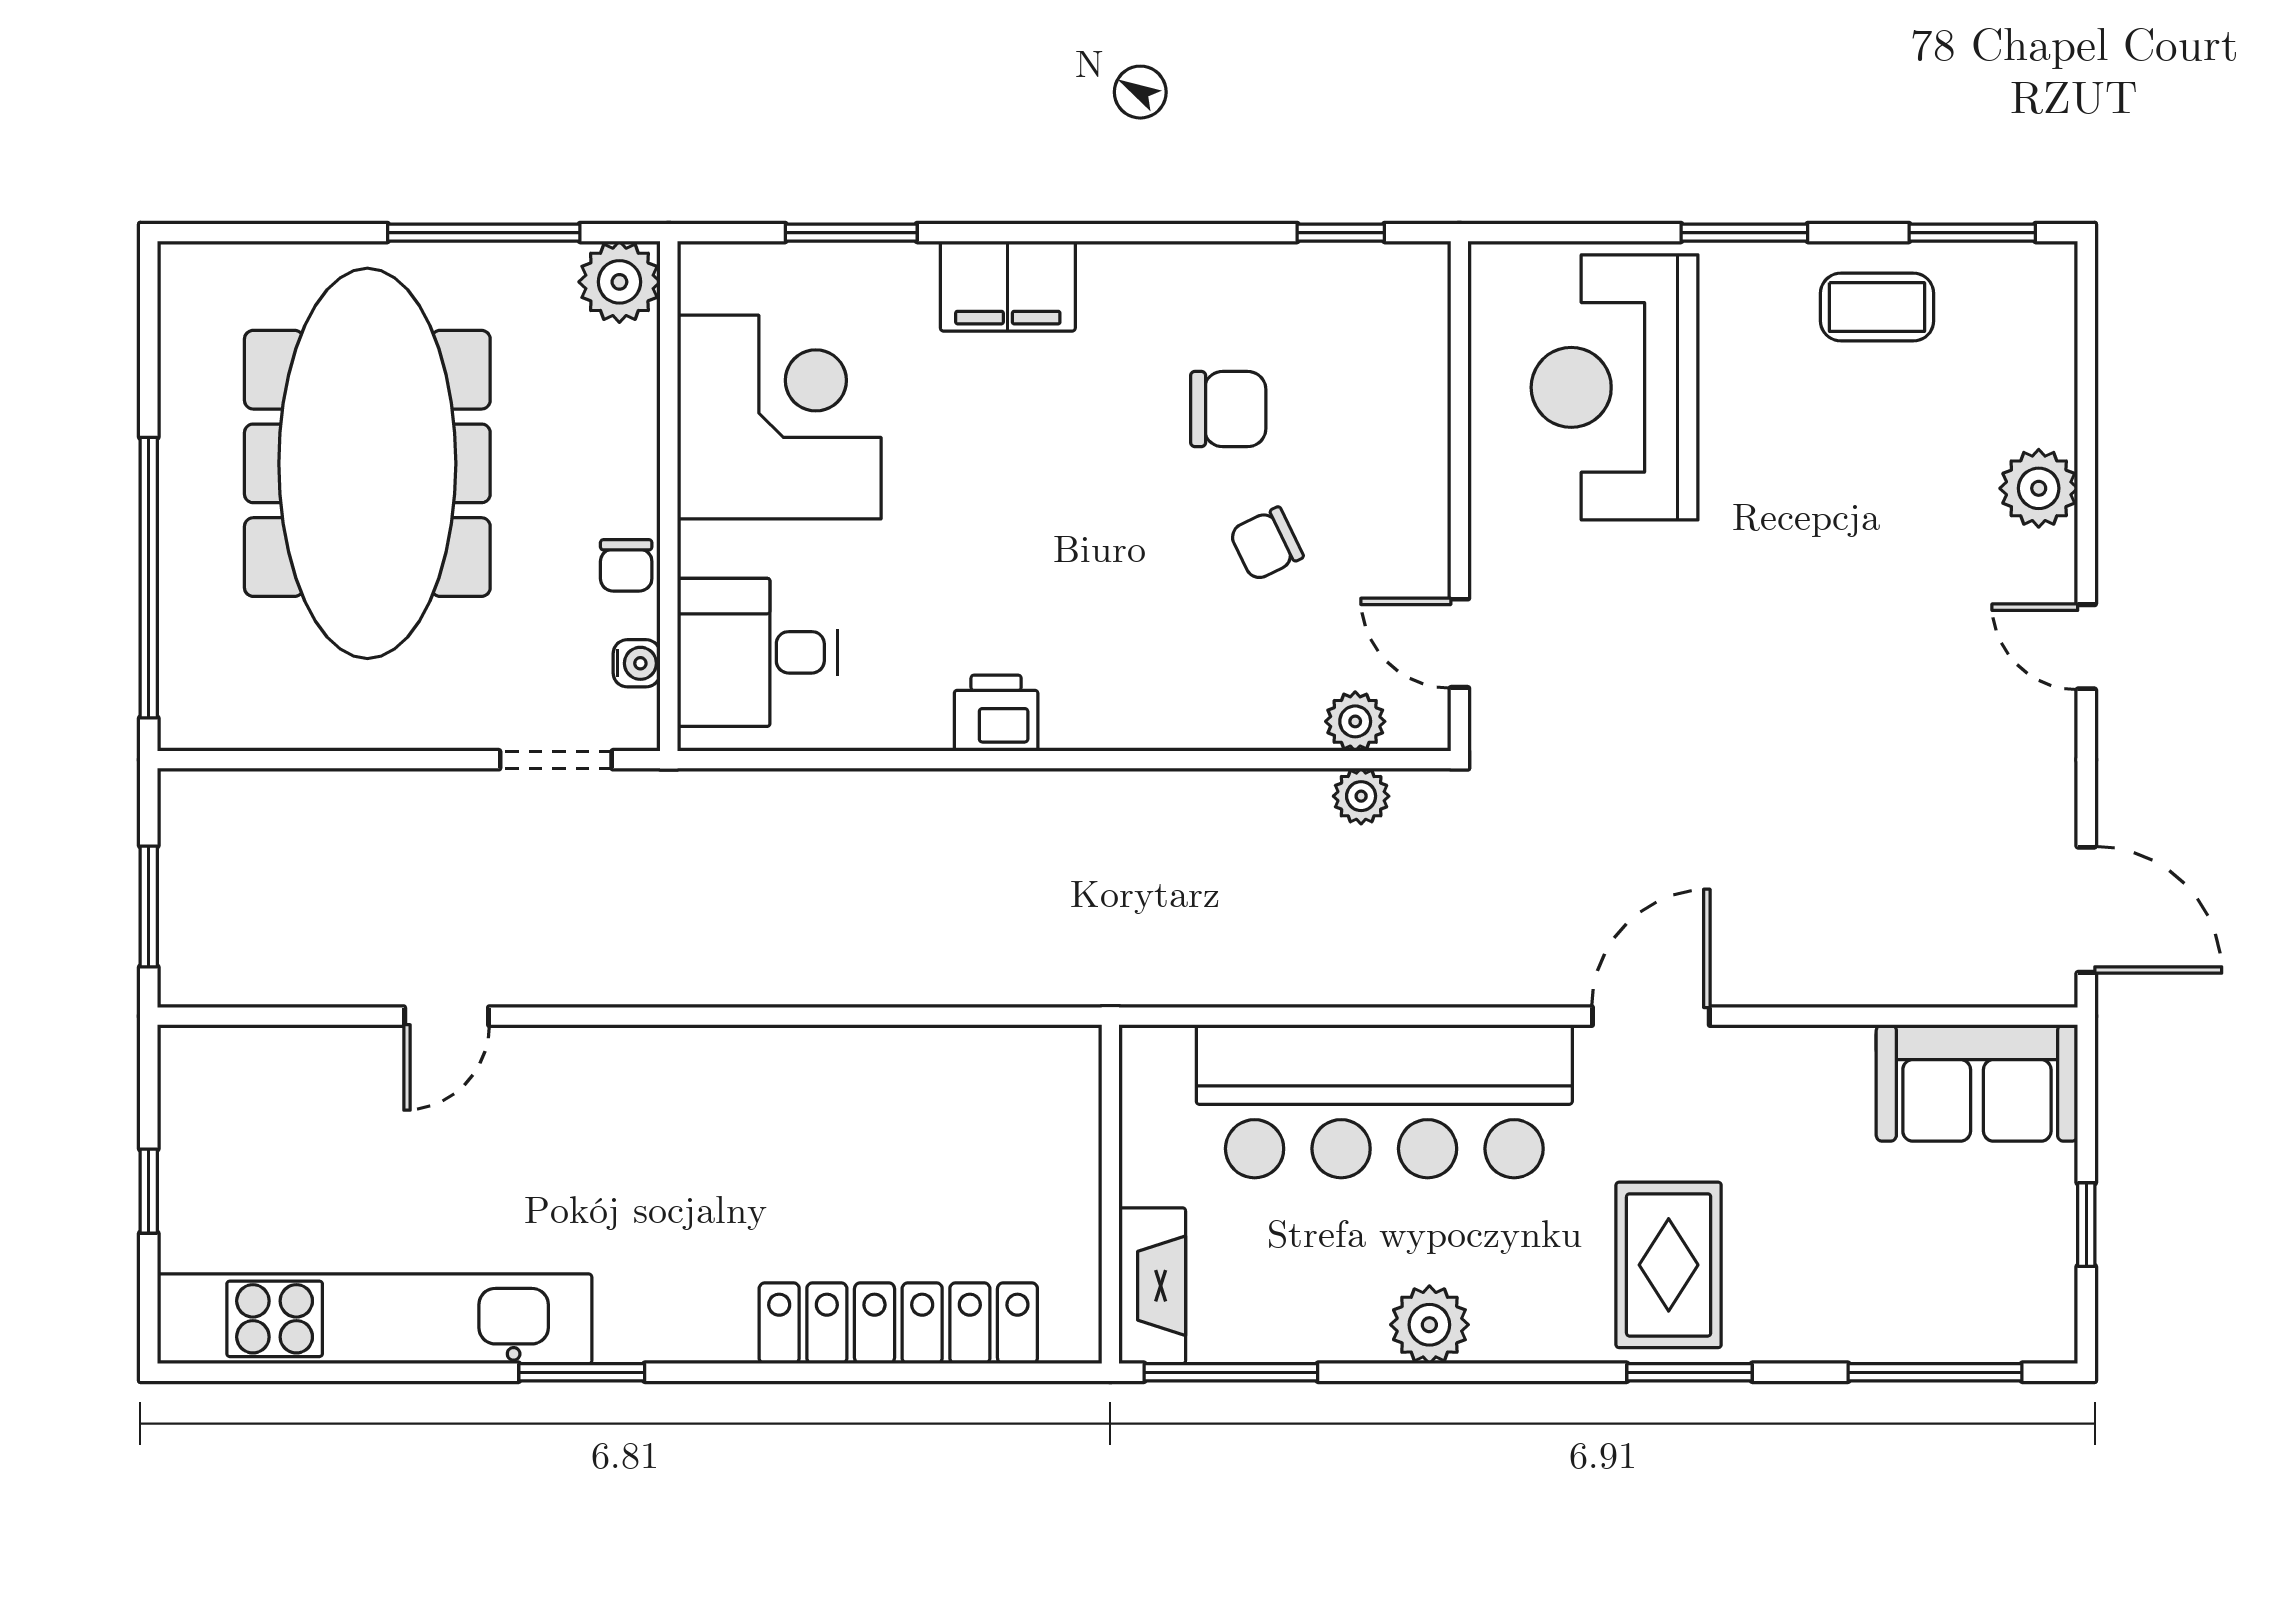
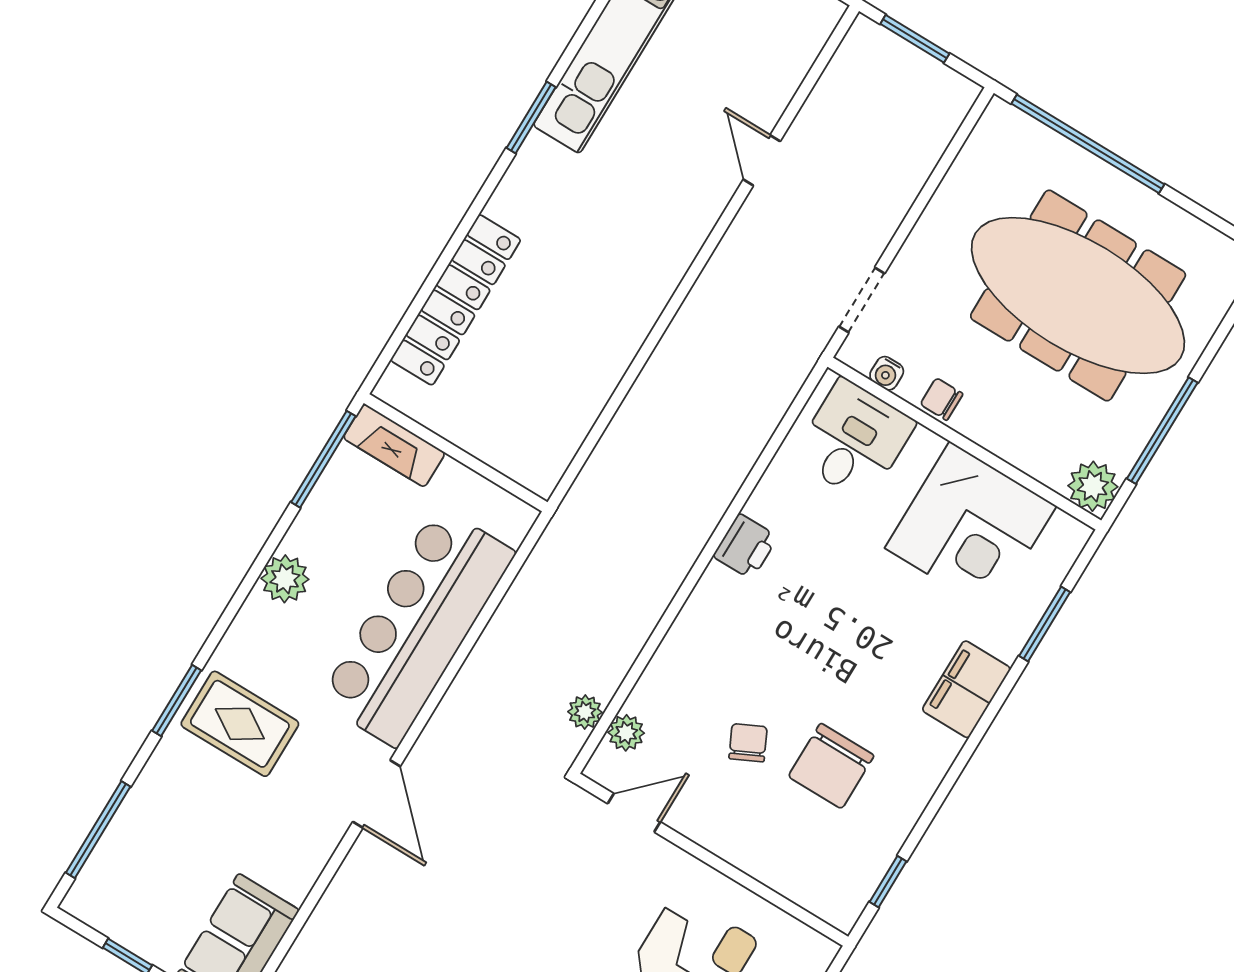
chair: (1228, 409) -> (831, 766), width x1.37, depth x1.37

